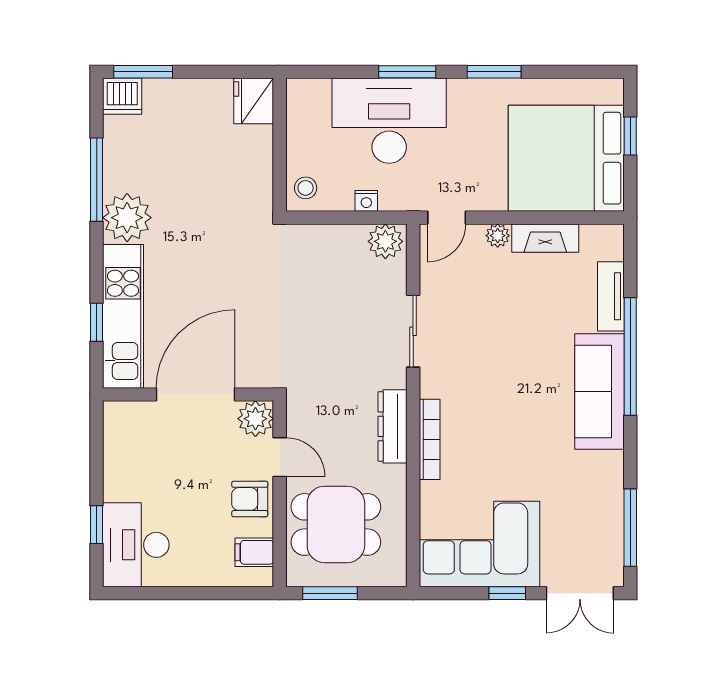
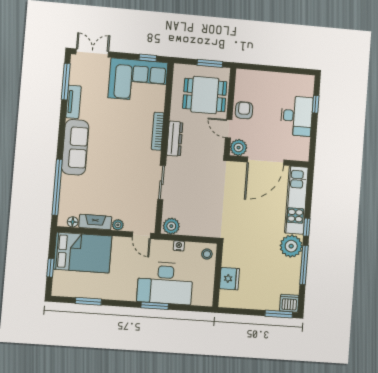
window: (494, 72) -> (88, 301), moved
fridge: (254, 101) -> (230, 279), moved
bed: (566, 158) -> (83, 253), width x0.73
door: (447, 218) -> (141, 235), swing flipped
floor lamp: (592, 235) -> (73, 222), added
tv unit: (611, 296) -> (73, 102), moved
window: (97, 322) -> (307, 227), moved
window: (630, 356) -> (57, 187), moved
armchair: (250, 499) -> (244, 110), turned -90
desk: (136, 545) -> (297, 116), moved
filing cabinet: (254, 552) -> (244, 85), removed
window: (507, 593) -> (148, 58), moved

